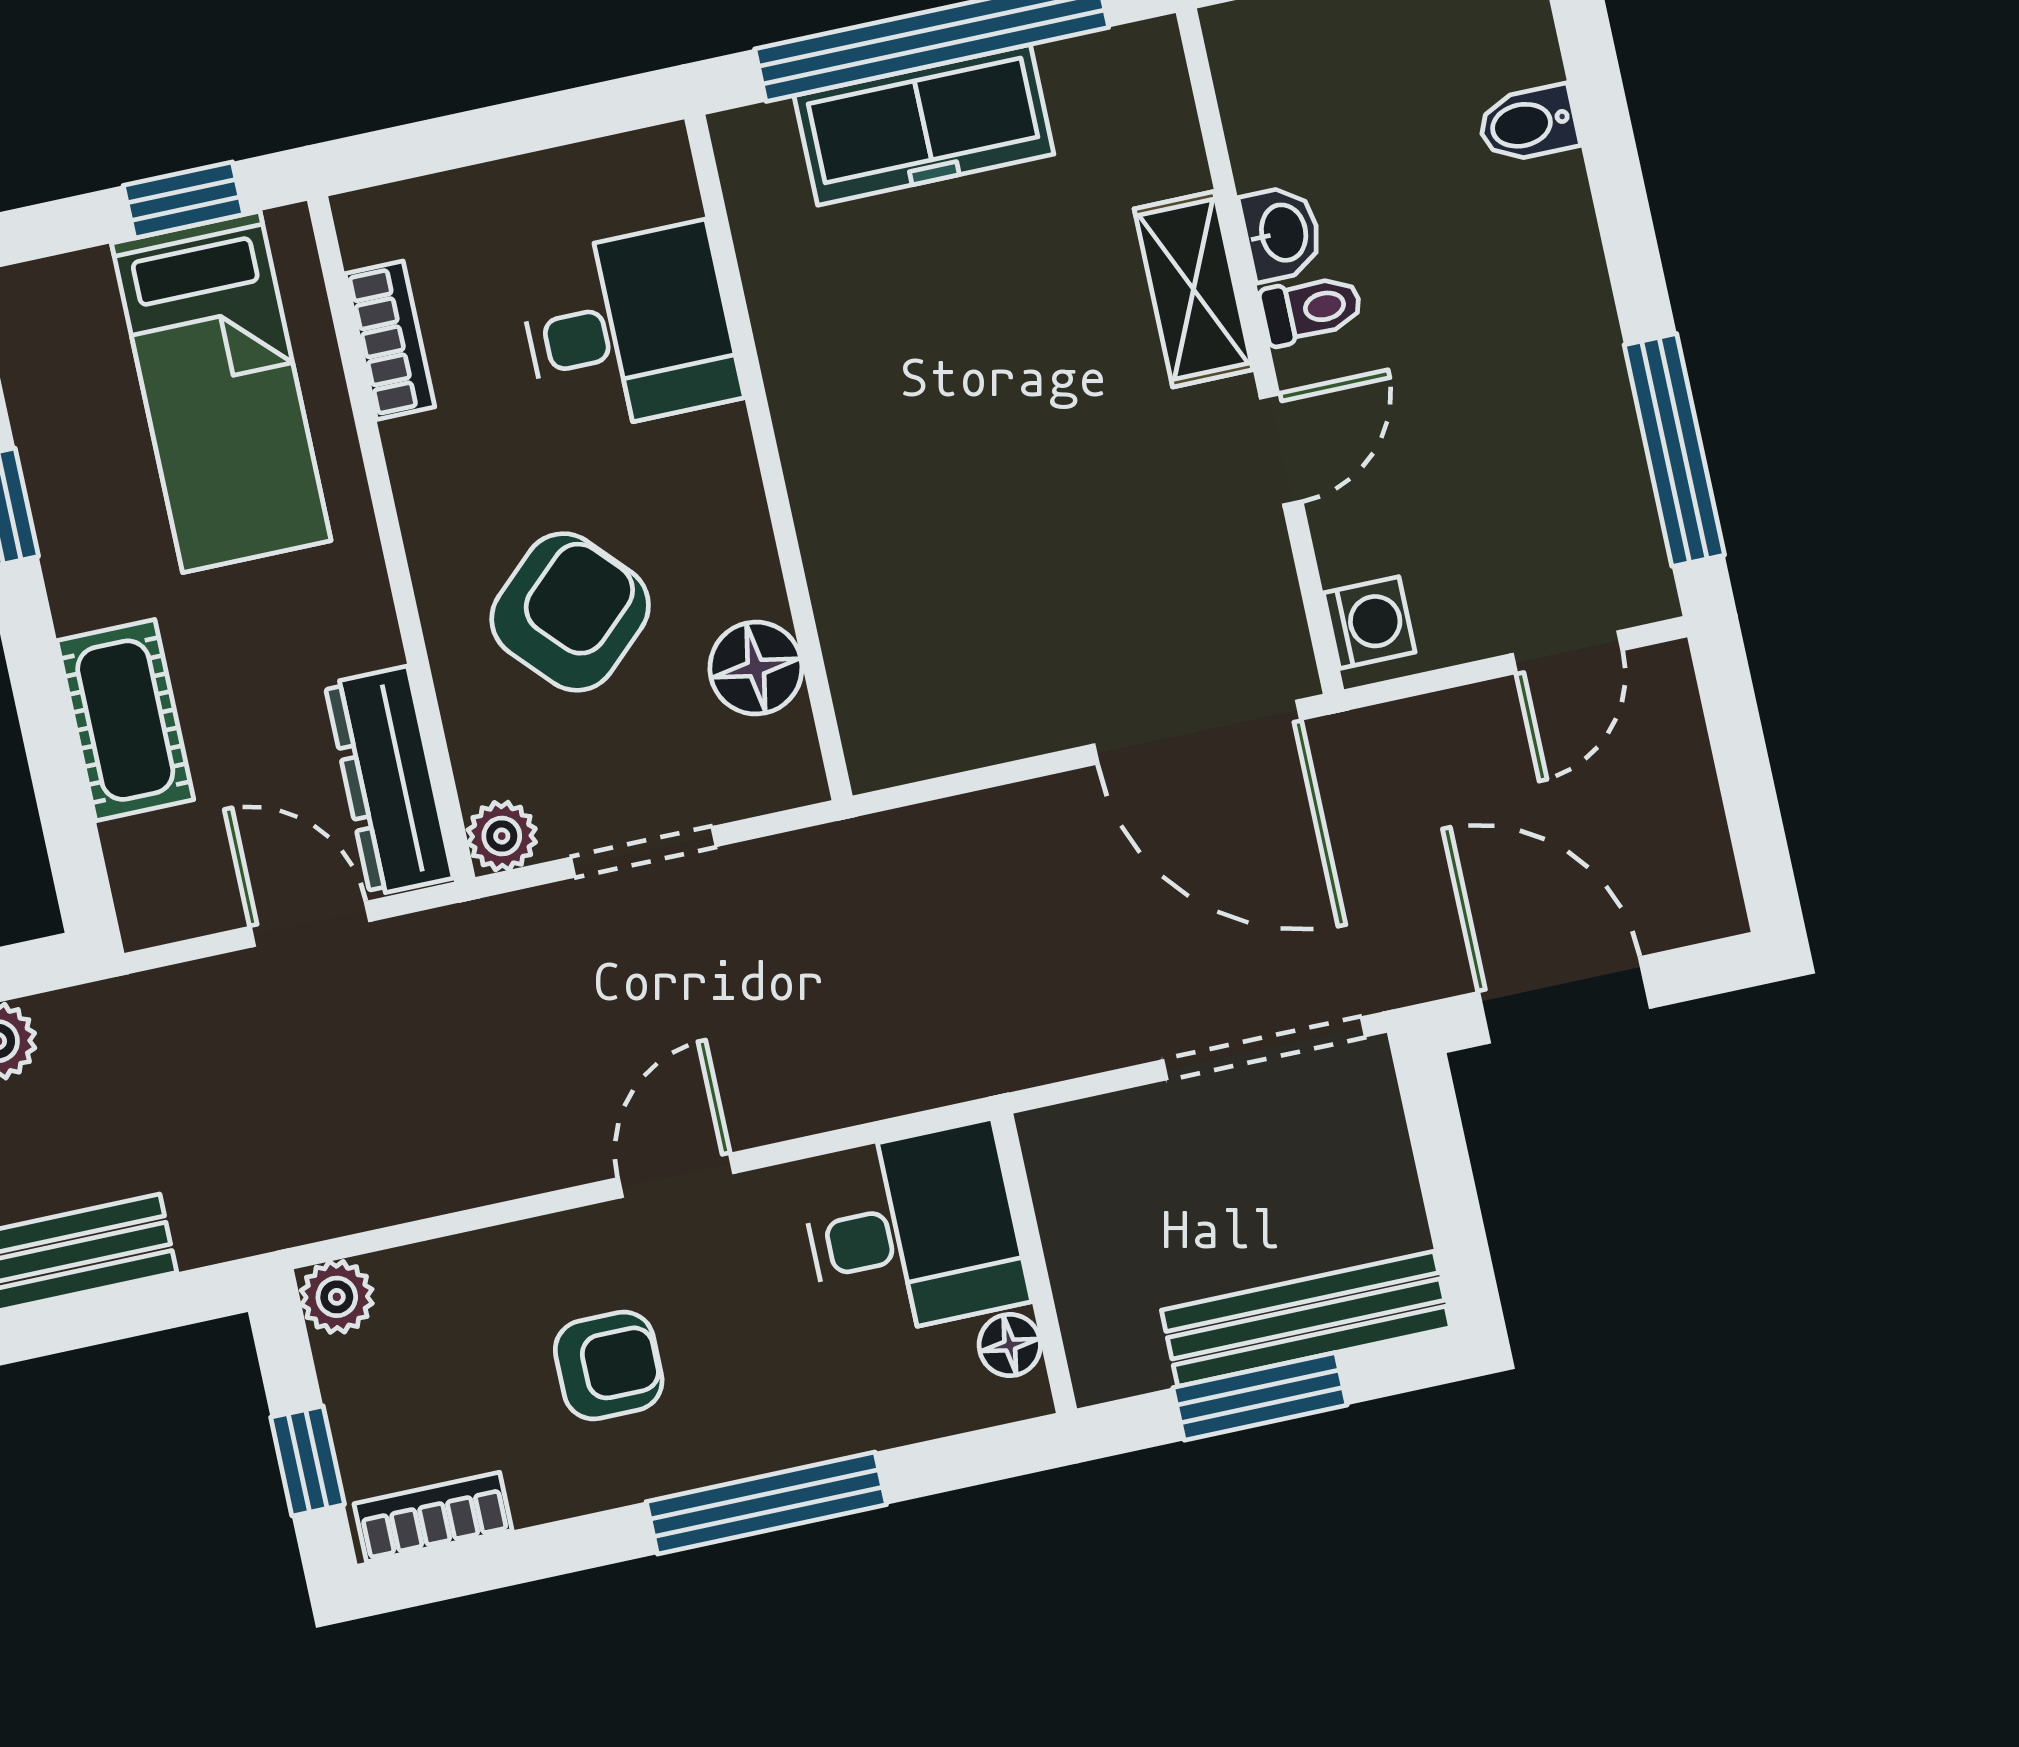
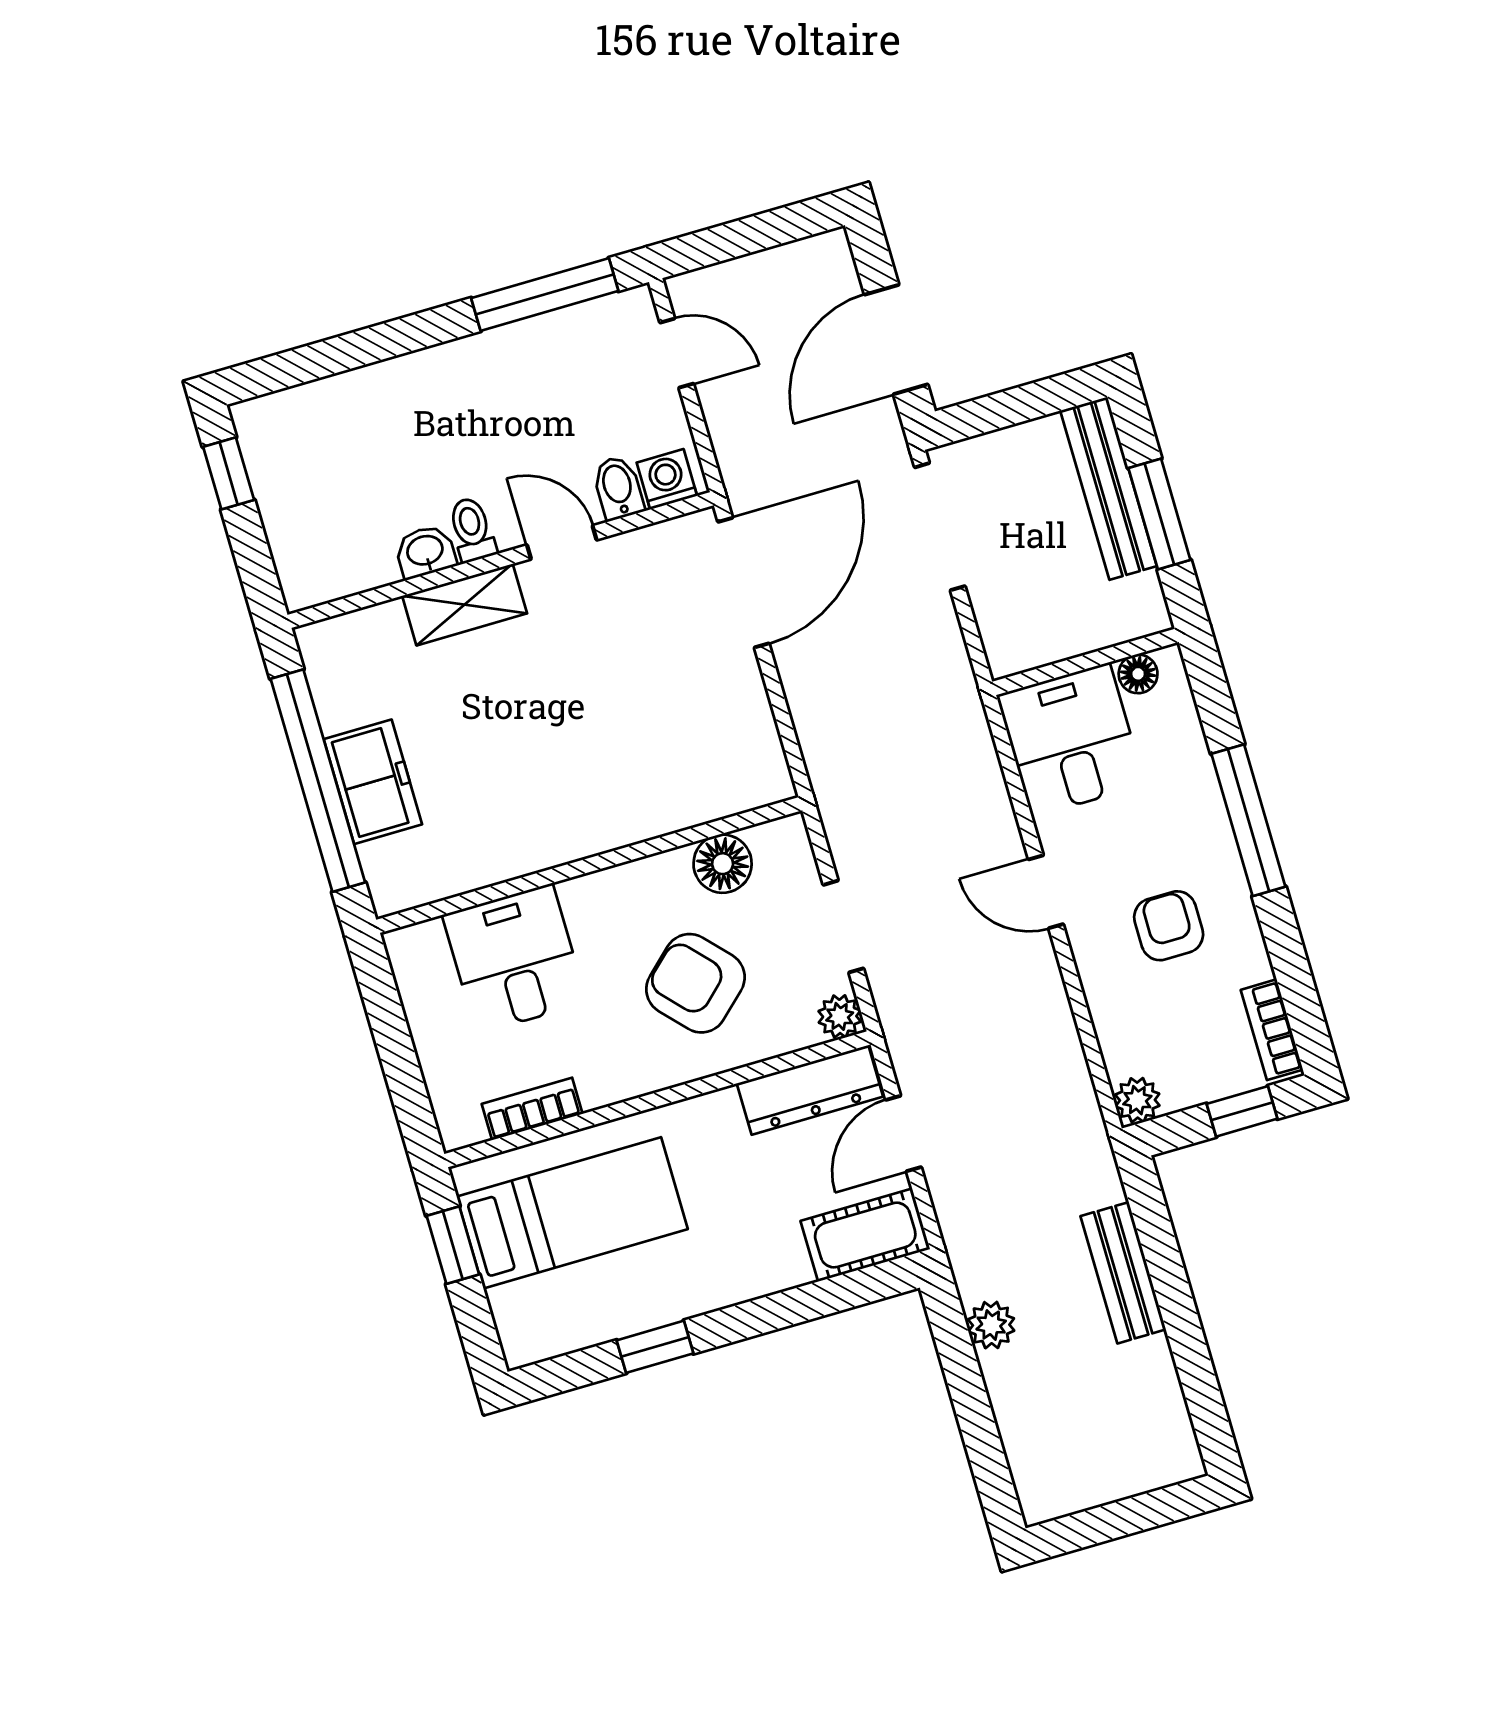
bidet: (1528, 124) -> (618, 488), moved, turned 180
freezer: (924, 125) -> (373, 782), width x0.71
cot: (125, 720) -> (865, 1235), moved

